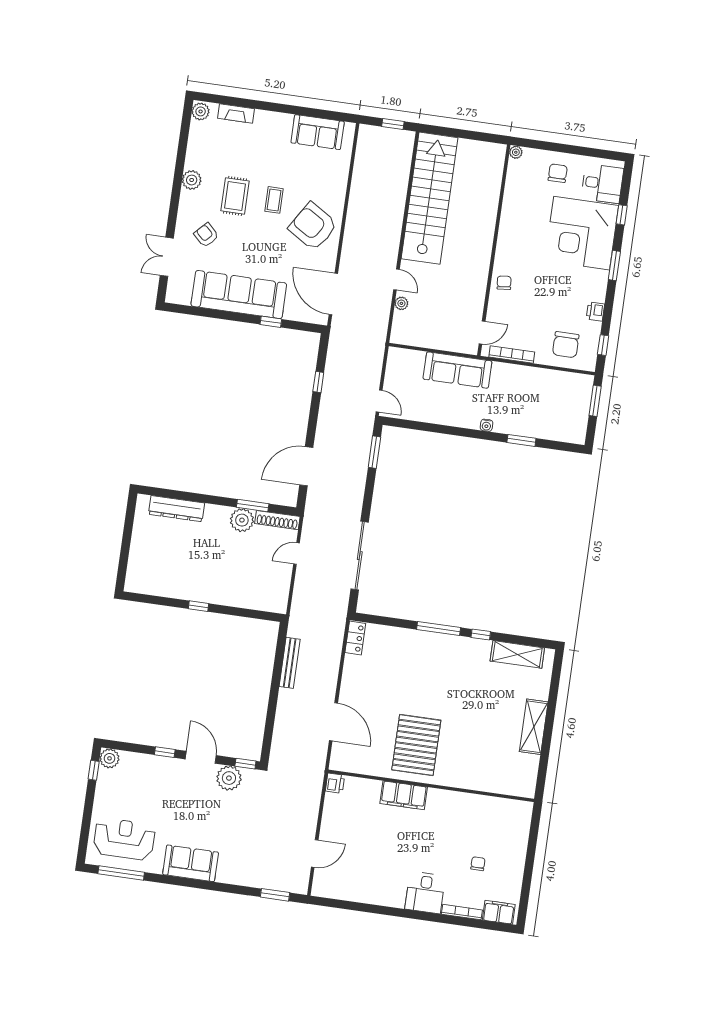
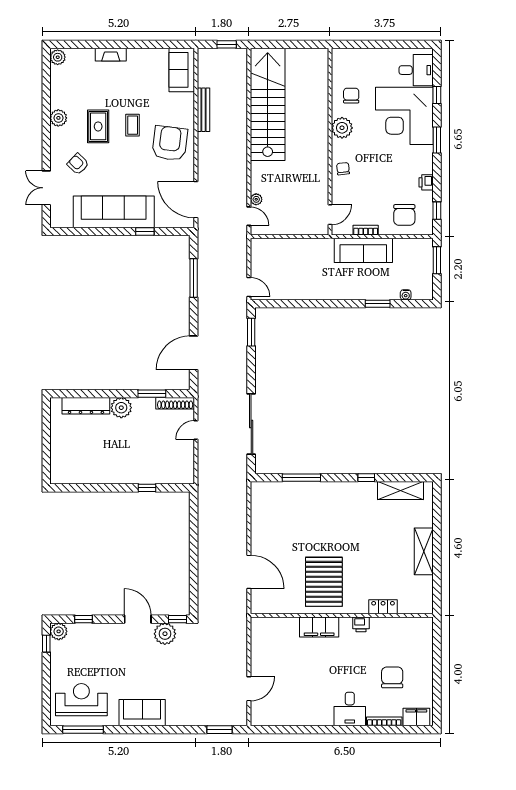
fireplace: (236, 113) -> (111, 55), moved
sofa: (318, 132) -> (182, 70), moved, turned 90
plant: (516, 152) -> (342, 128), moved, width x1.88, depth x1.88
chair: (558, 173) -> (351, 96), moved
armchair: (313, 226) -> (170, 143), turned 65
door: (396, 279) -> (249, 216), moved
bookcase: (512, 355) -> (366, 230), width x0.64
sofa: (457, 370) -> (363, 250), moved
window: (318, 382) -> (194, 278), width x2.17
water cooler: (487, 425) -> (406, 295), moved
plant: (242, 520) -> (121, 408), moved
window: (199, 606) -> (147, 488), moved
window: (439, 628) -> (301, 478), moved
locker: (355, 638) -> (383, 607), moved, turned -90
bench: (290, 663) -> (203, 110), moved
window: (165, 752) -> (83, 619), moved
printer: (335, 783) -> (361, 624), moved, turned 90
chair: (478, 864) -> (392, 677), width x1.87, depth x1.87

